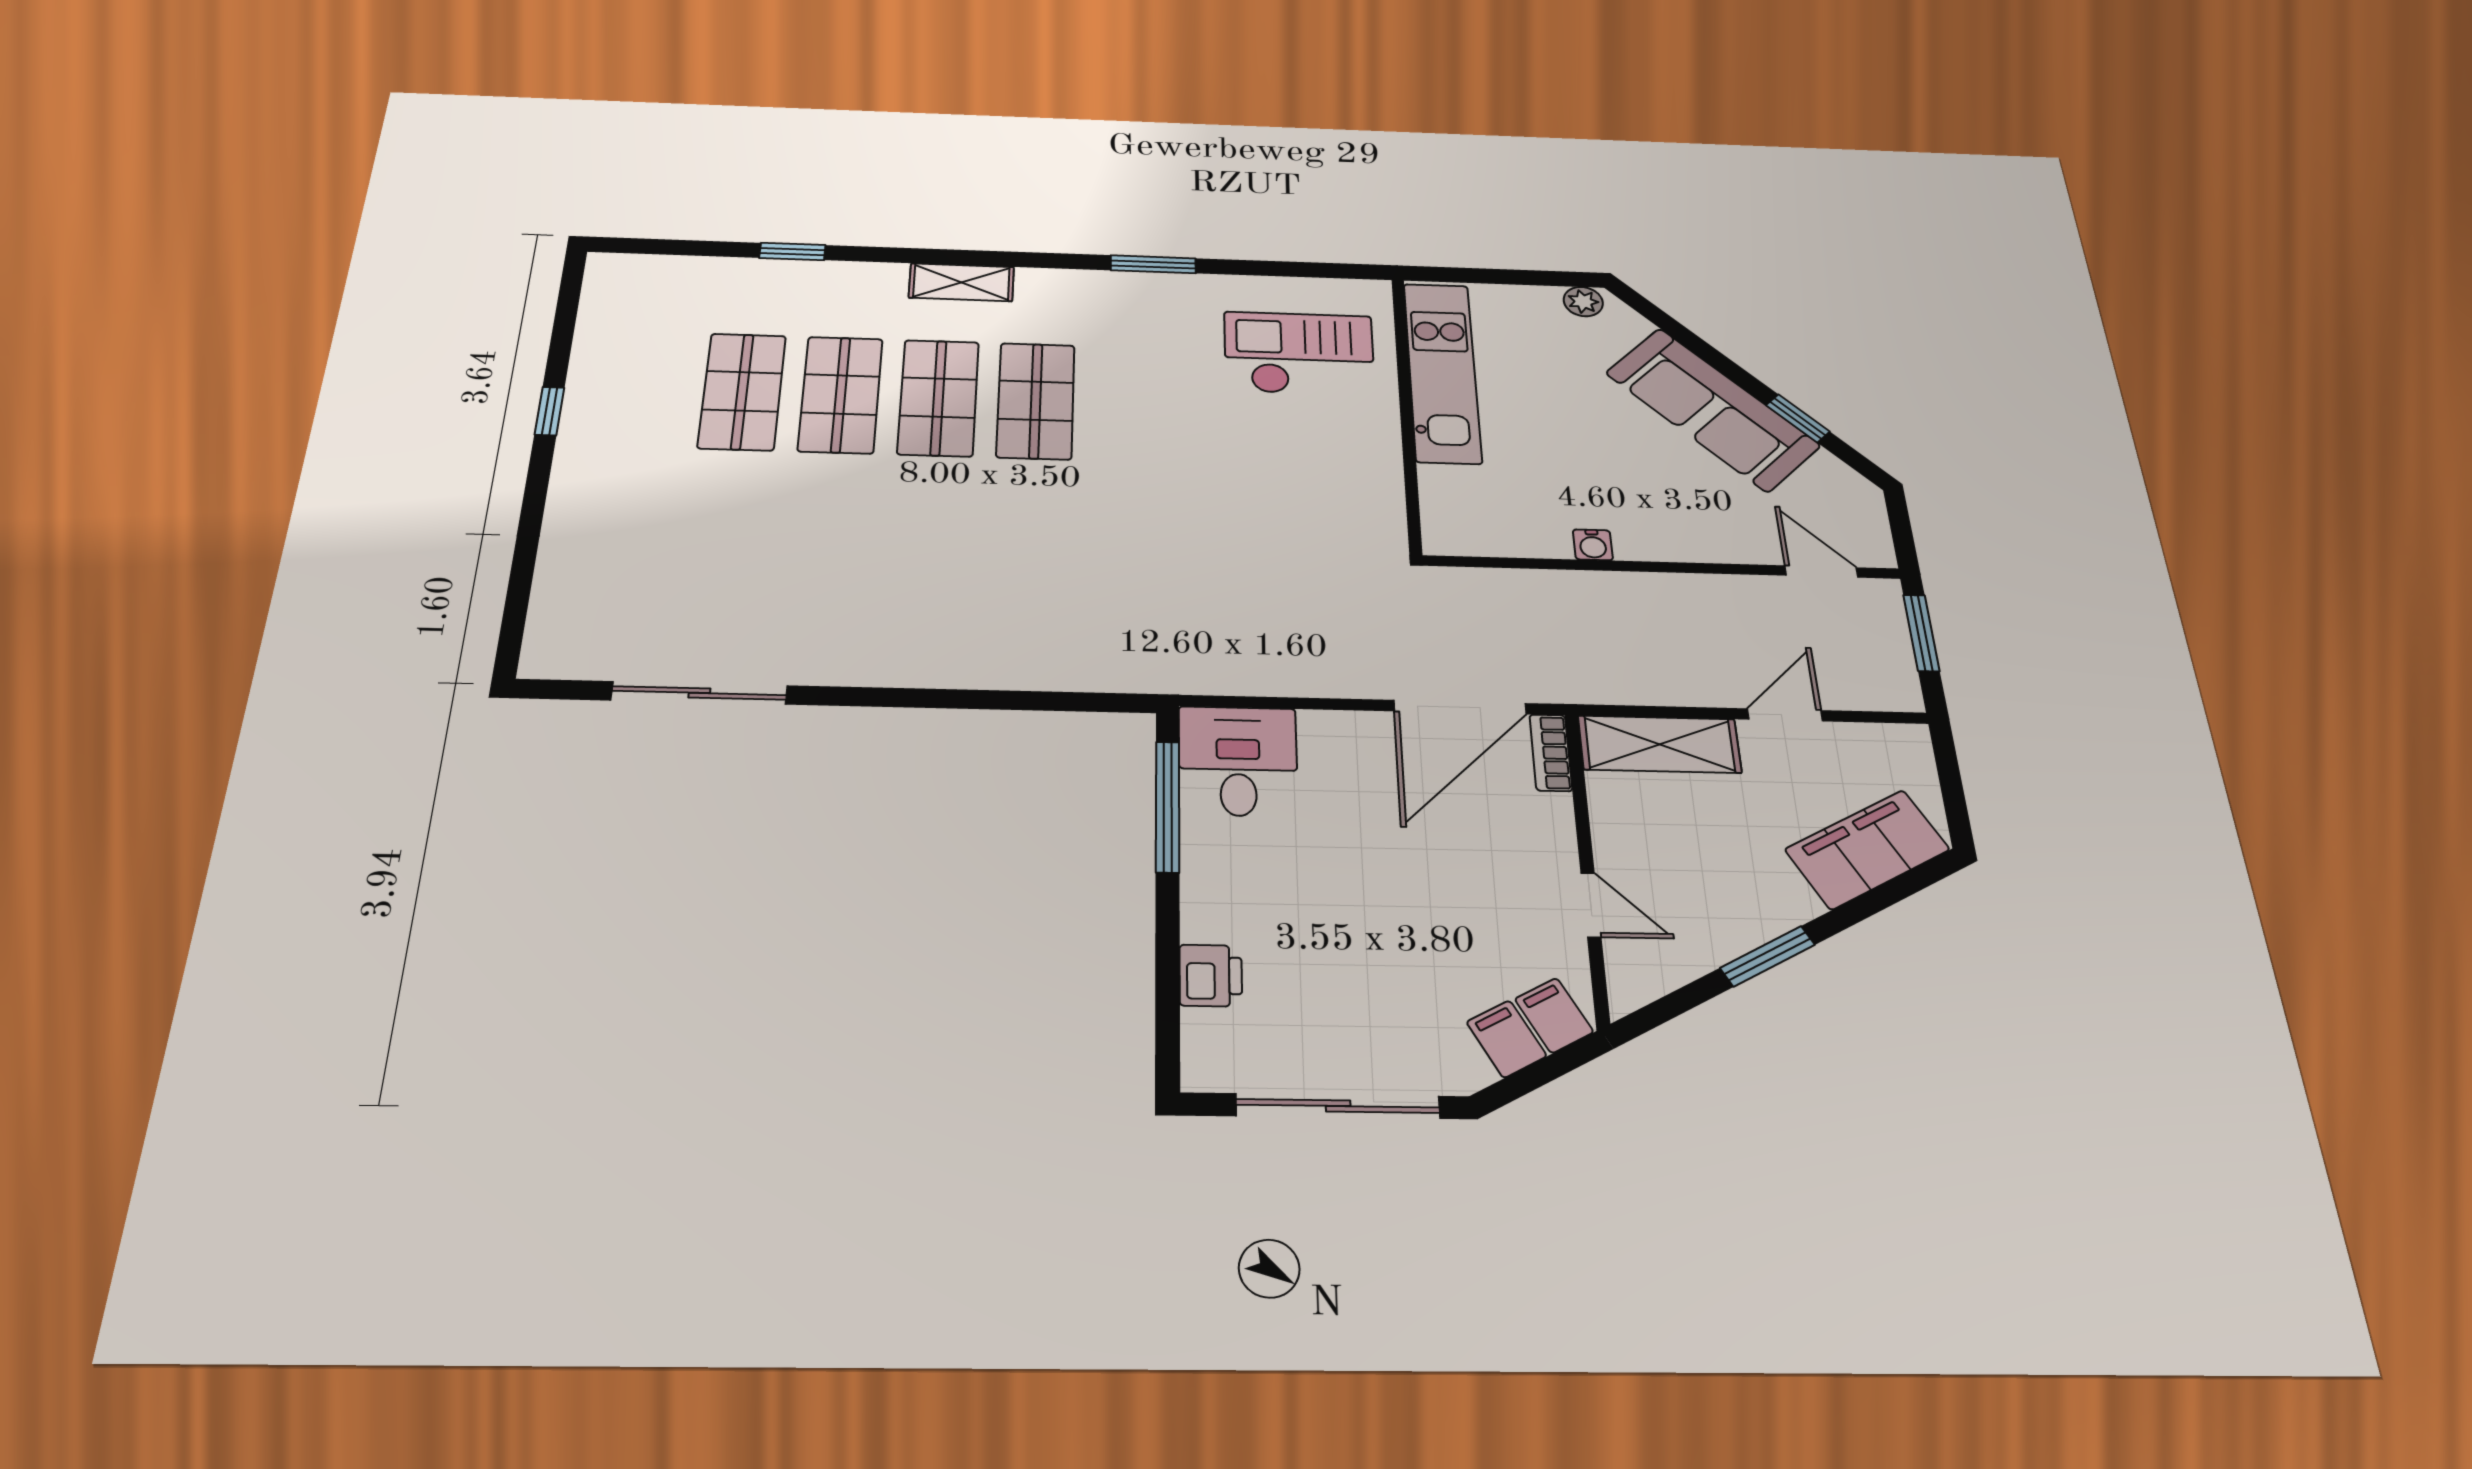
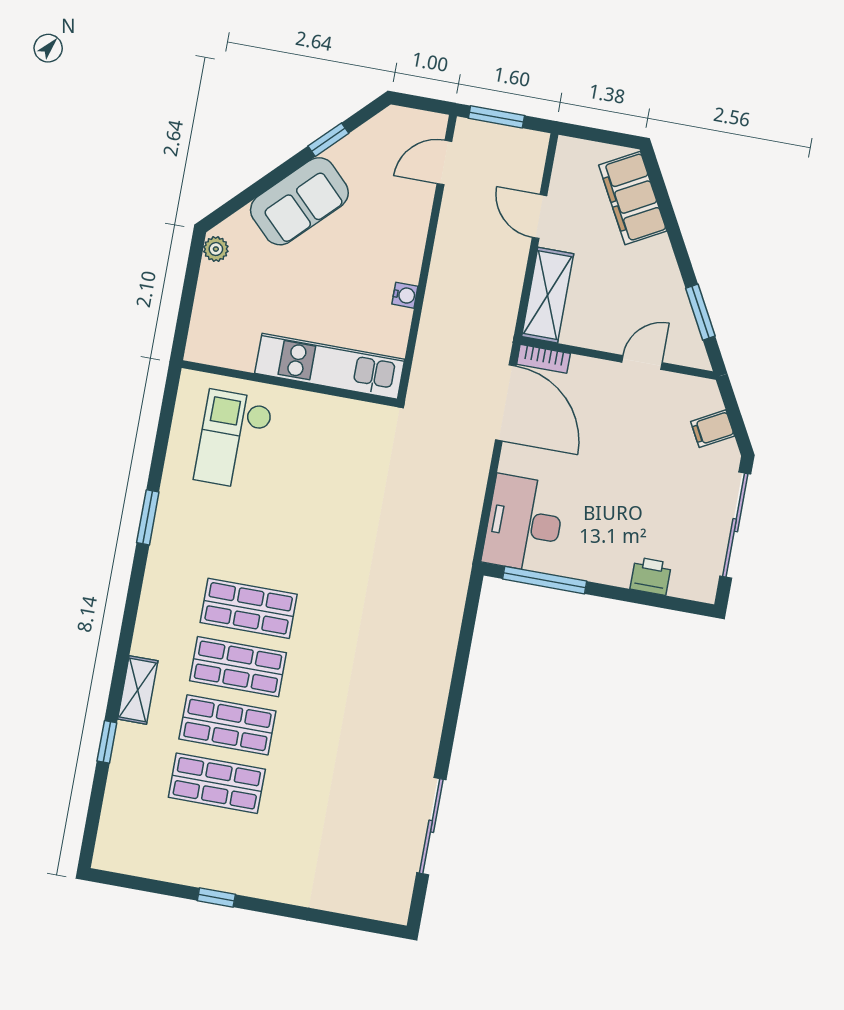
shelving: (961, 282) -> (138, 690), moved
kitchen unit: (1442, 372) -> (330, 366), moved
sofa: (1712, 409) -> (299, 201), width x0.73
desk: (1238, 761) -> (524, 524), width x1.37
window: (1768, 956) -> (700, 312), moved
filing cabinet: (1554, 1015) -> (703, 400), removed

